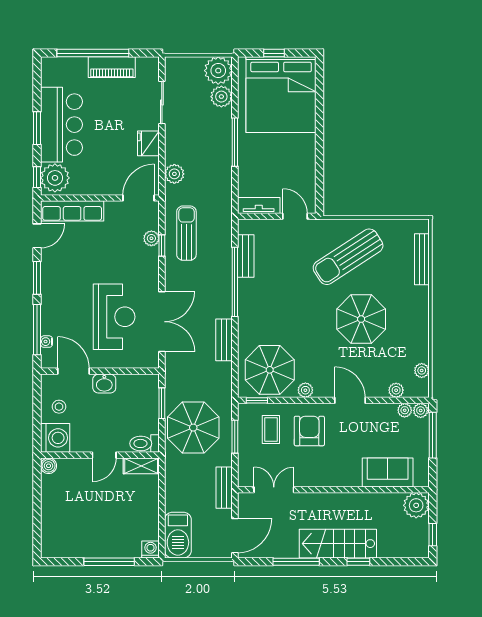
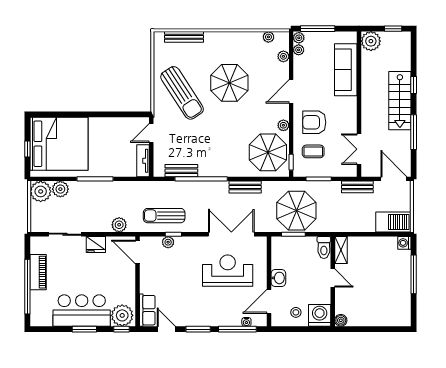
row of seats: (72, 211) -> (147, 310), width x0.68
parasol: (193, 428) -> (296, 211), moved
sofa: (388, 472) -> (346, 70), width x1.36

